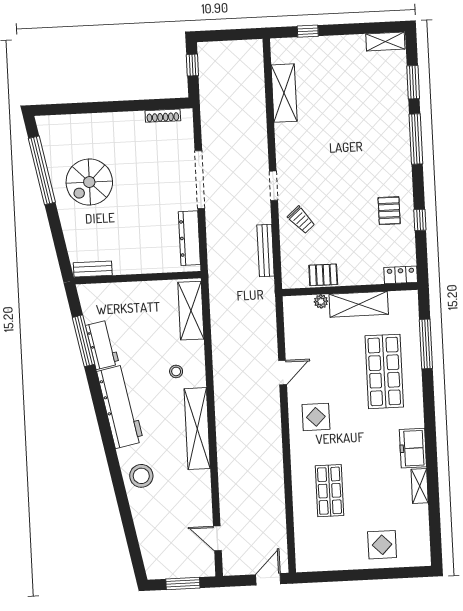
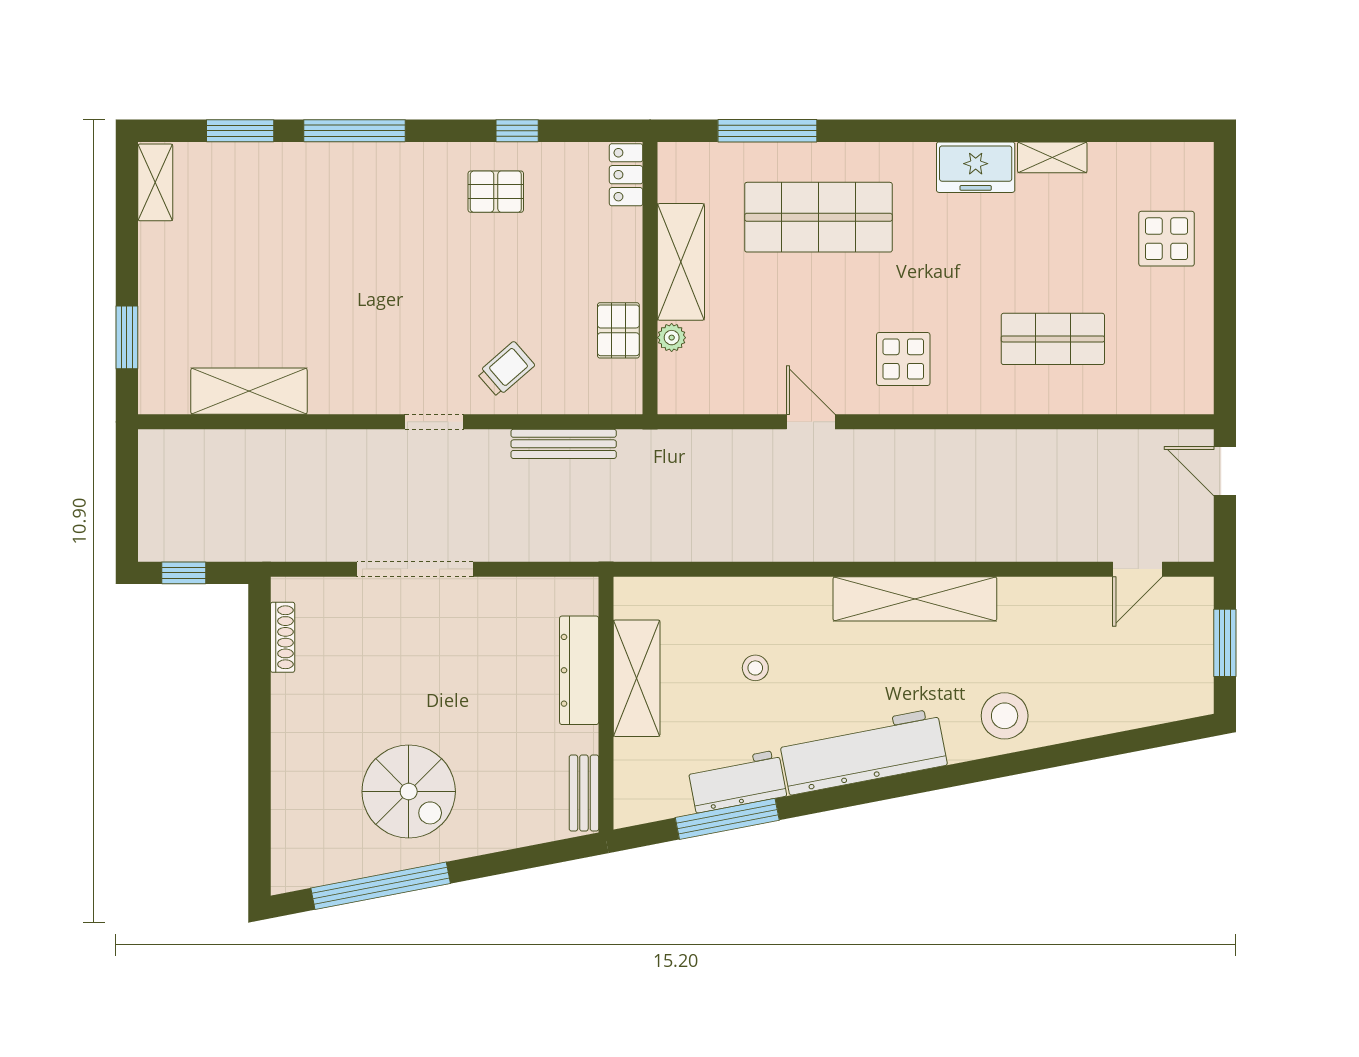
window: (308, 31) -> (127, 337), width x1.50
dresser: (189, 238) -> (579, 670), moved, turned 90
shelving: (191, 311) -> (637, 678), moved, turned 90
stool: (176, 371) -> (755, 668), moved

